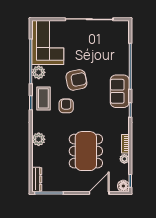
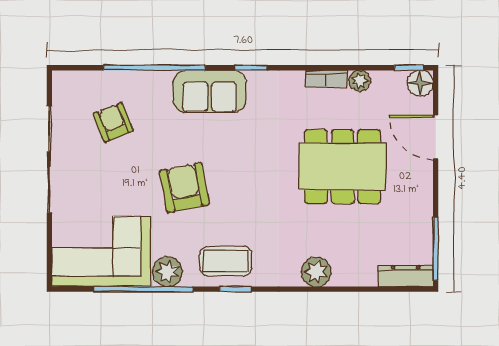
armchair: (66, 106) -> (113, 122), moved, turned 68

